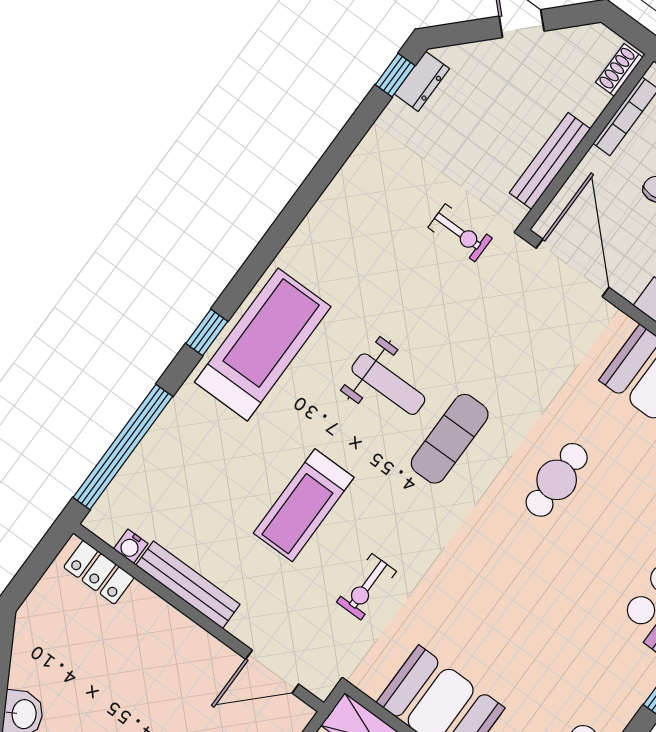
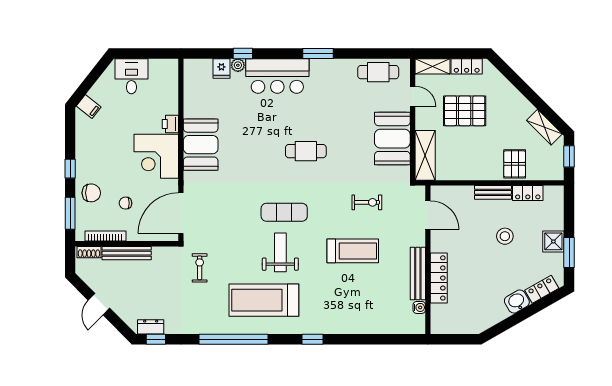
bench: (550, 161) -> (127, 253), moved
treadmill: (263, 344) -> (264, 300), moved
window: (123, 447) -> (233, 339), moved
cafe table: (557, 480) -> (306, 151), moved
locker: (99, 572) -> (439, 278), moved, width x1.53

